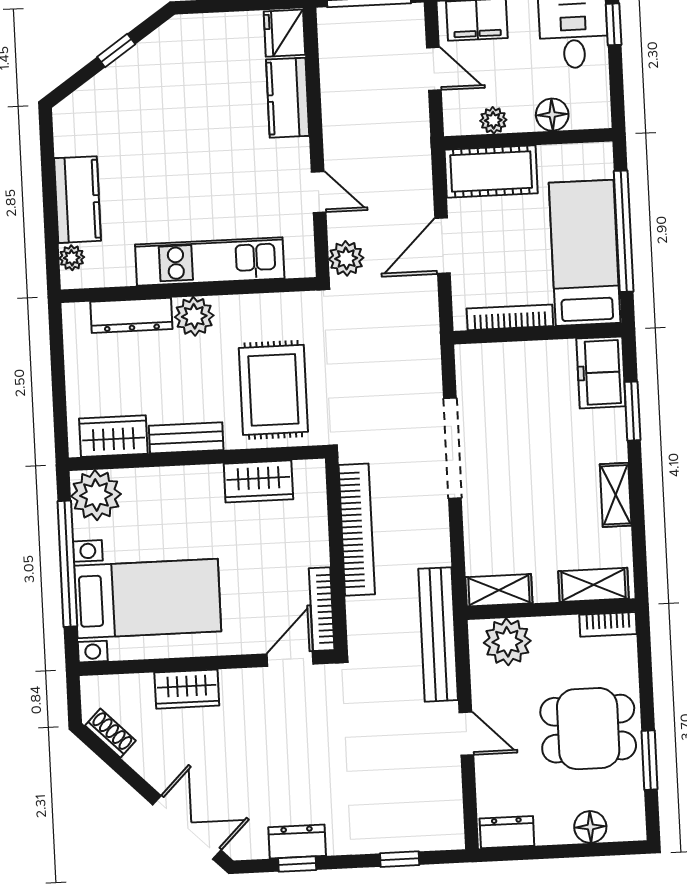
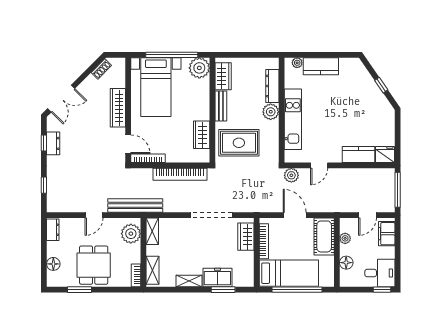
wardrobe: (501, 362) -> (246, 237), added
freezer: (601, 372) -> (217, 277), moved
wardrobe: (187, 689) -> (118, 108), width x1.50

